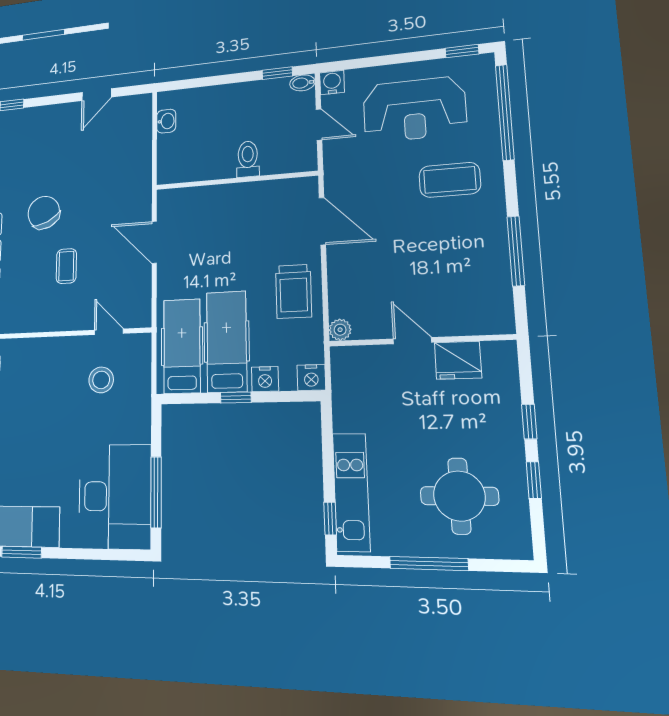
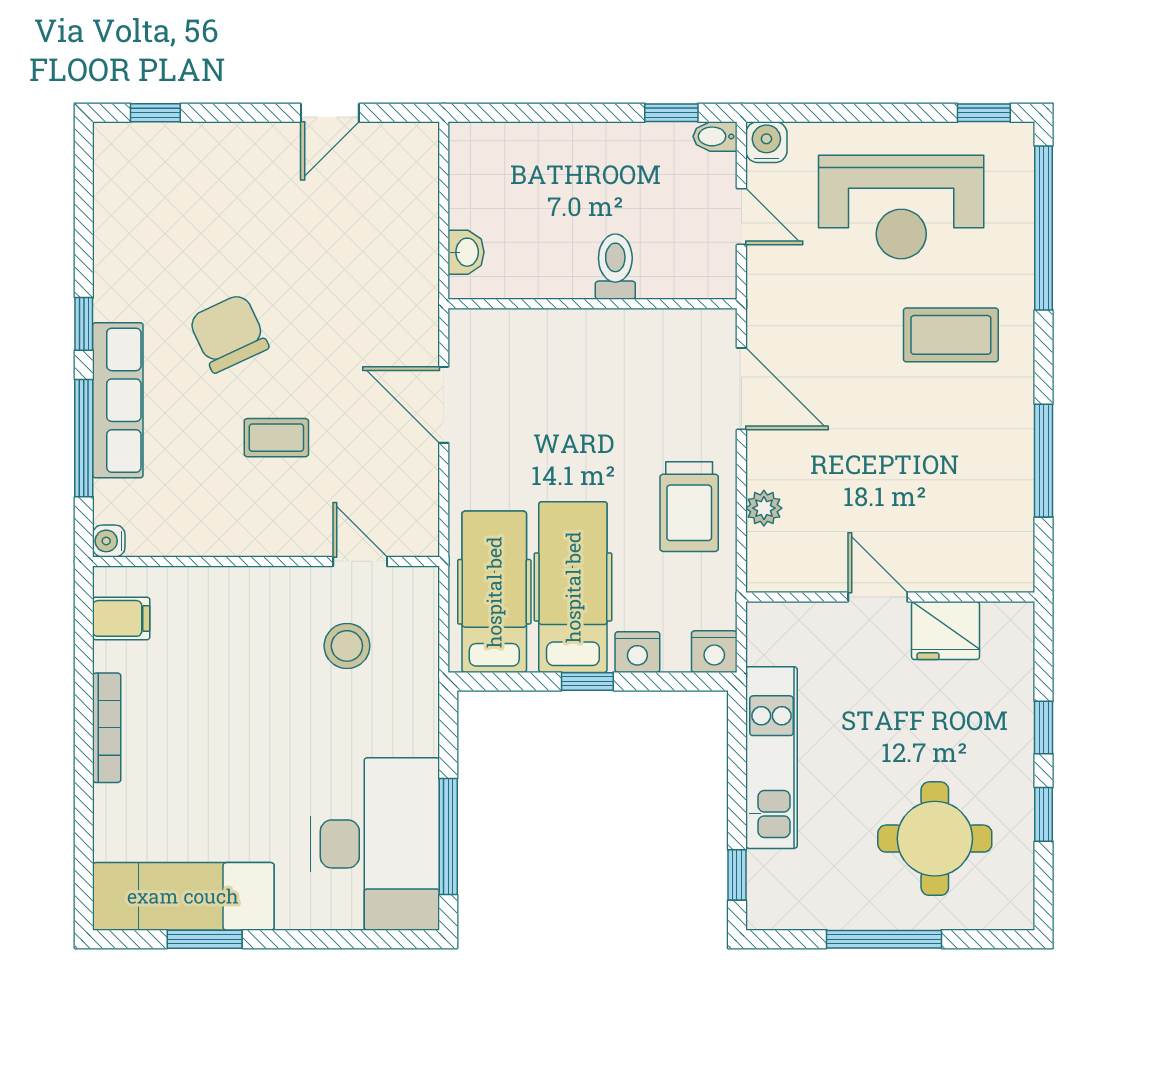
washbasin: (166, 121) -> (466, 252), moved
coffee table: (66, 266) -> (276, 438), turned 90
plant: (340, 330) -> (764, 508), moved
kitchen unit: (351, 492) -> (772, 758), moved

